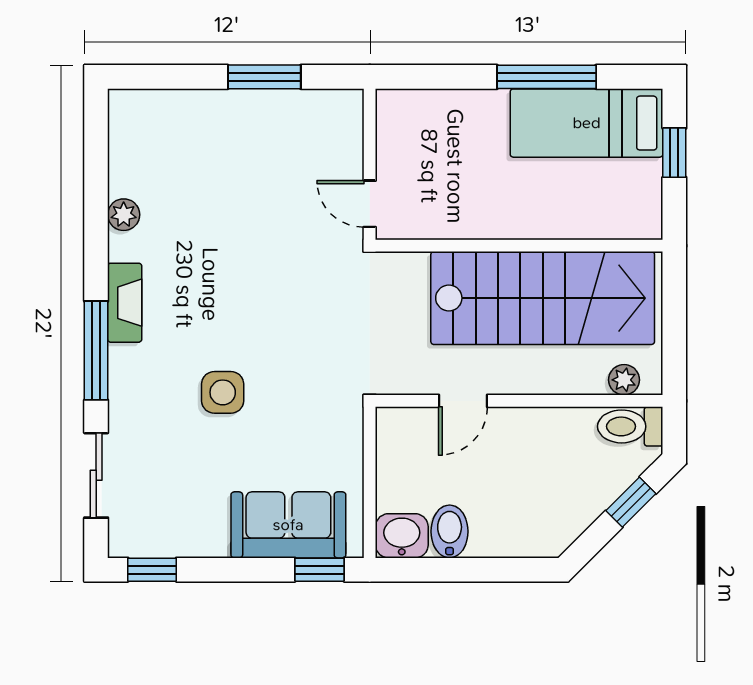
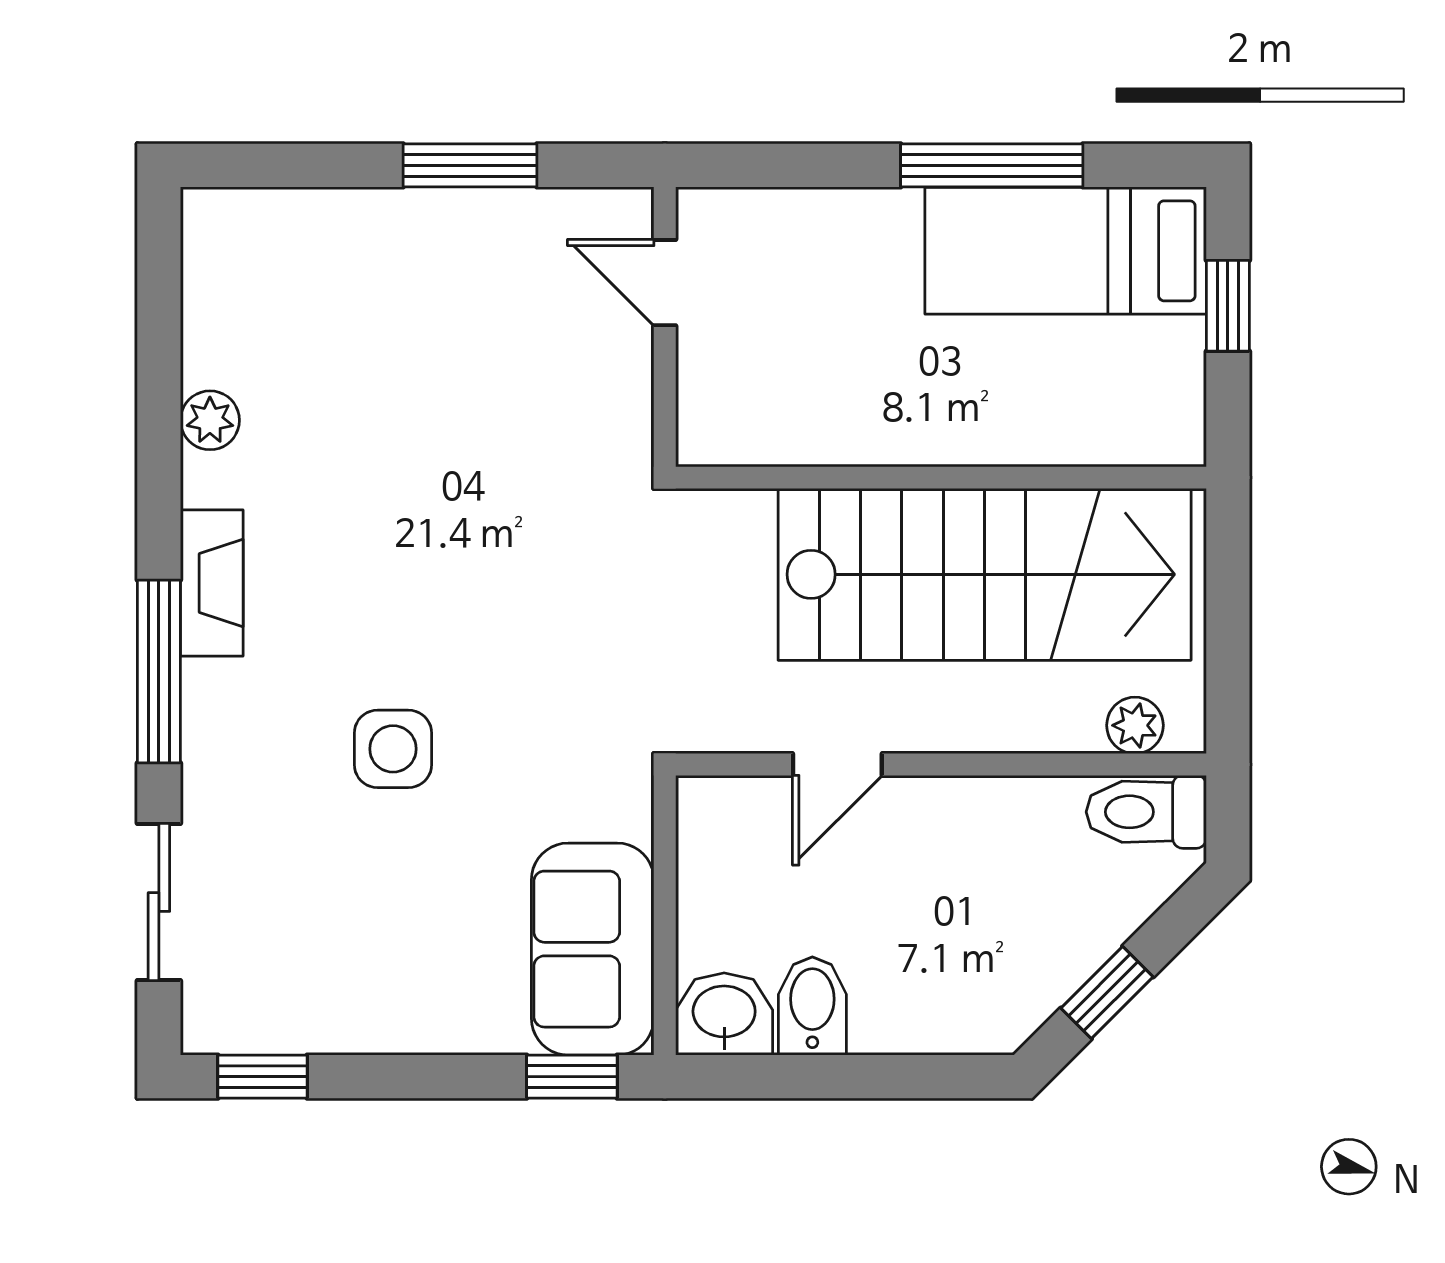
door: (370, 204) -> (665, 283), moved
window: (631, 502) -> (1107, 992), moved
sofa: (288, 525) -> (593, 949), moved, turned -90

